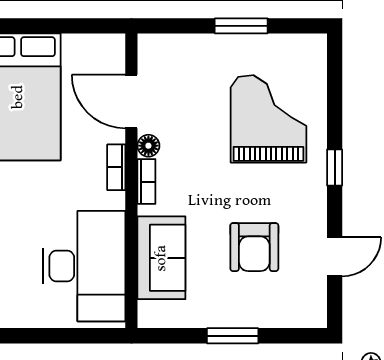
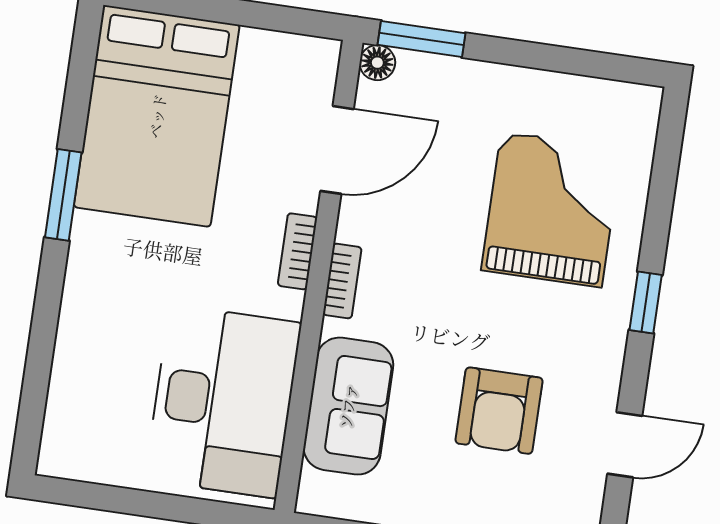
window: (241, 26) -> (421, 39), moved
door: (131, 102) -> (337, 150), swing flipped
floor lamp: (148, 146) -> (377, 63), moved

